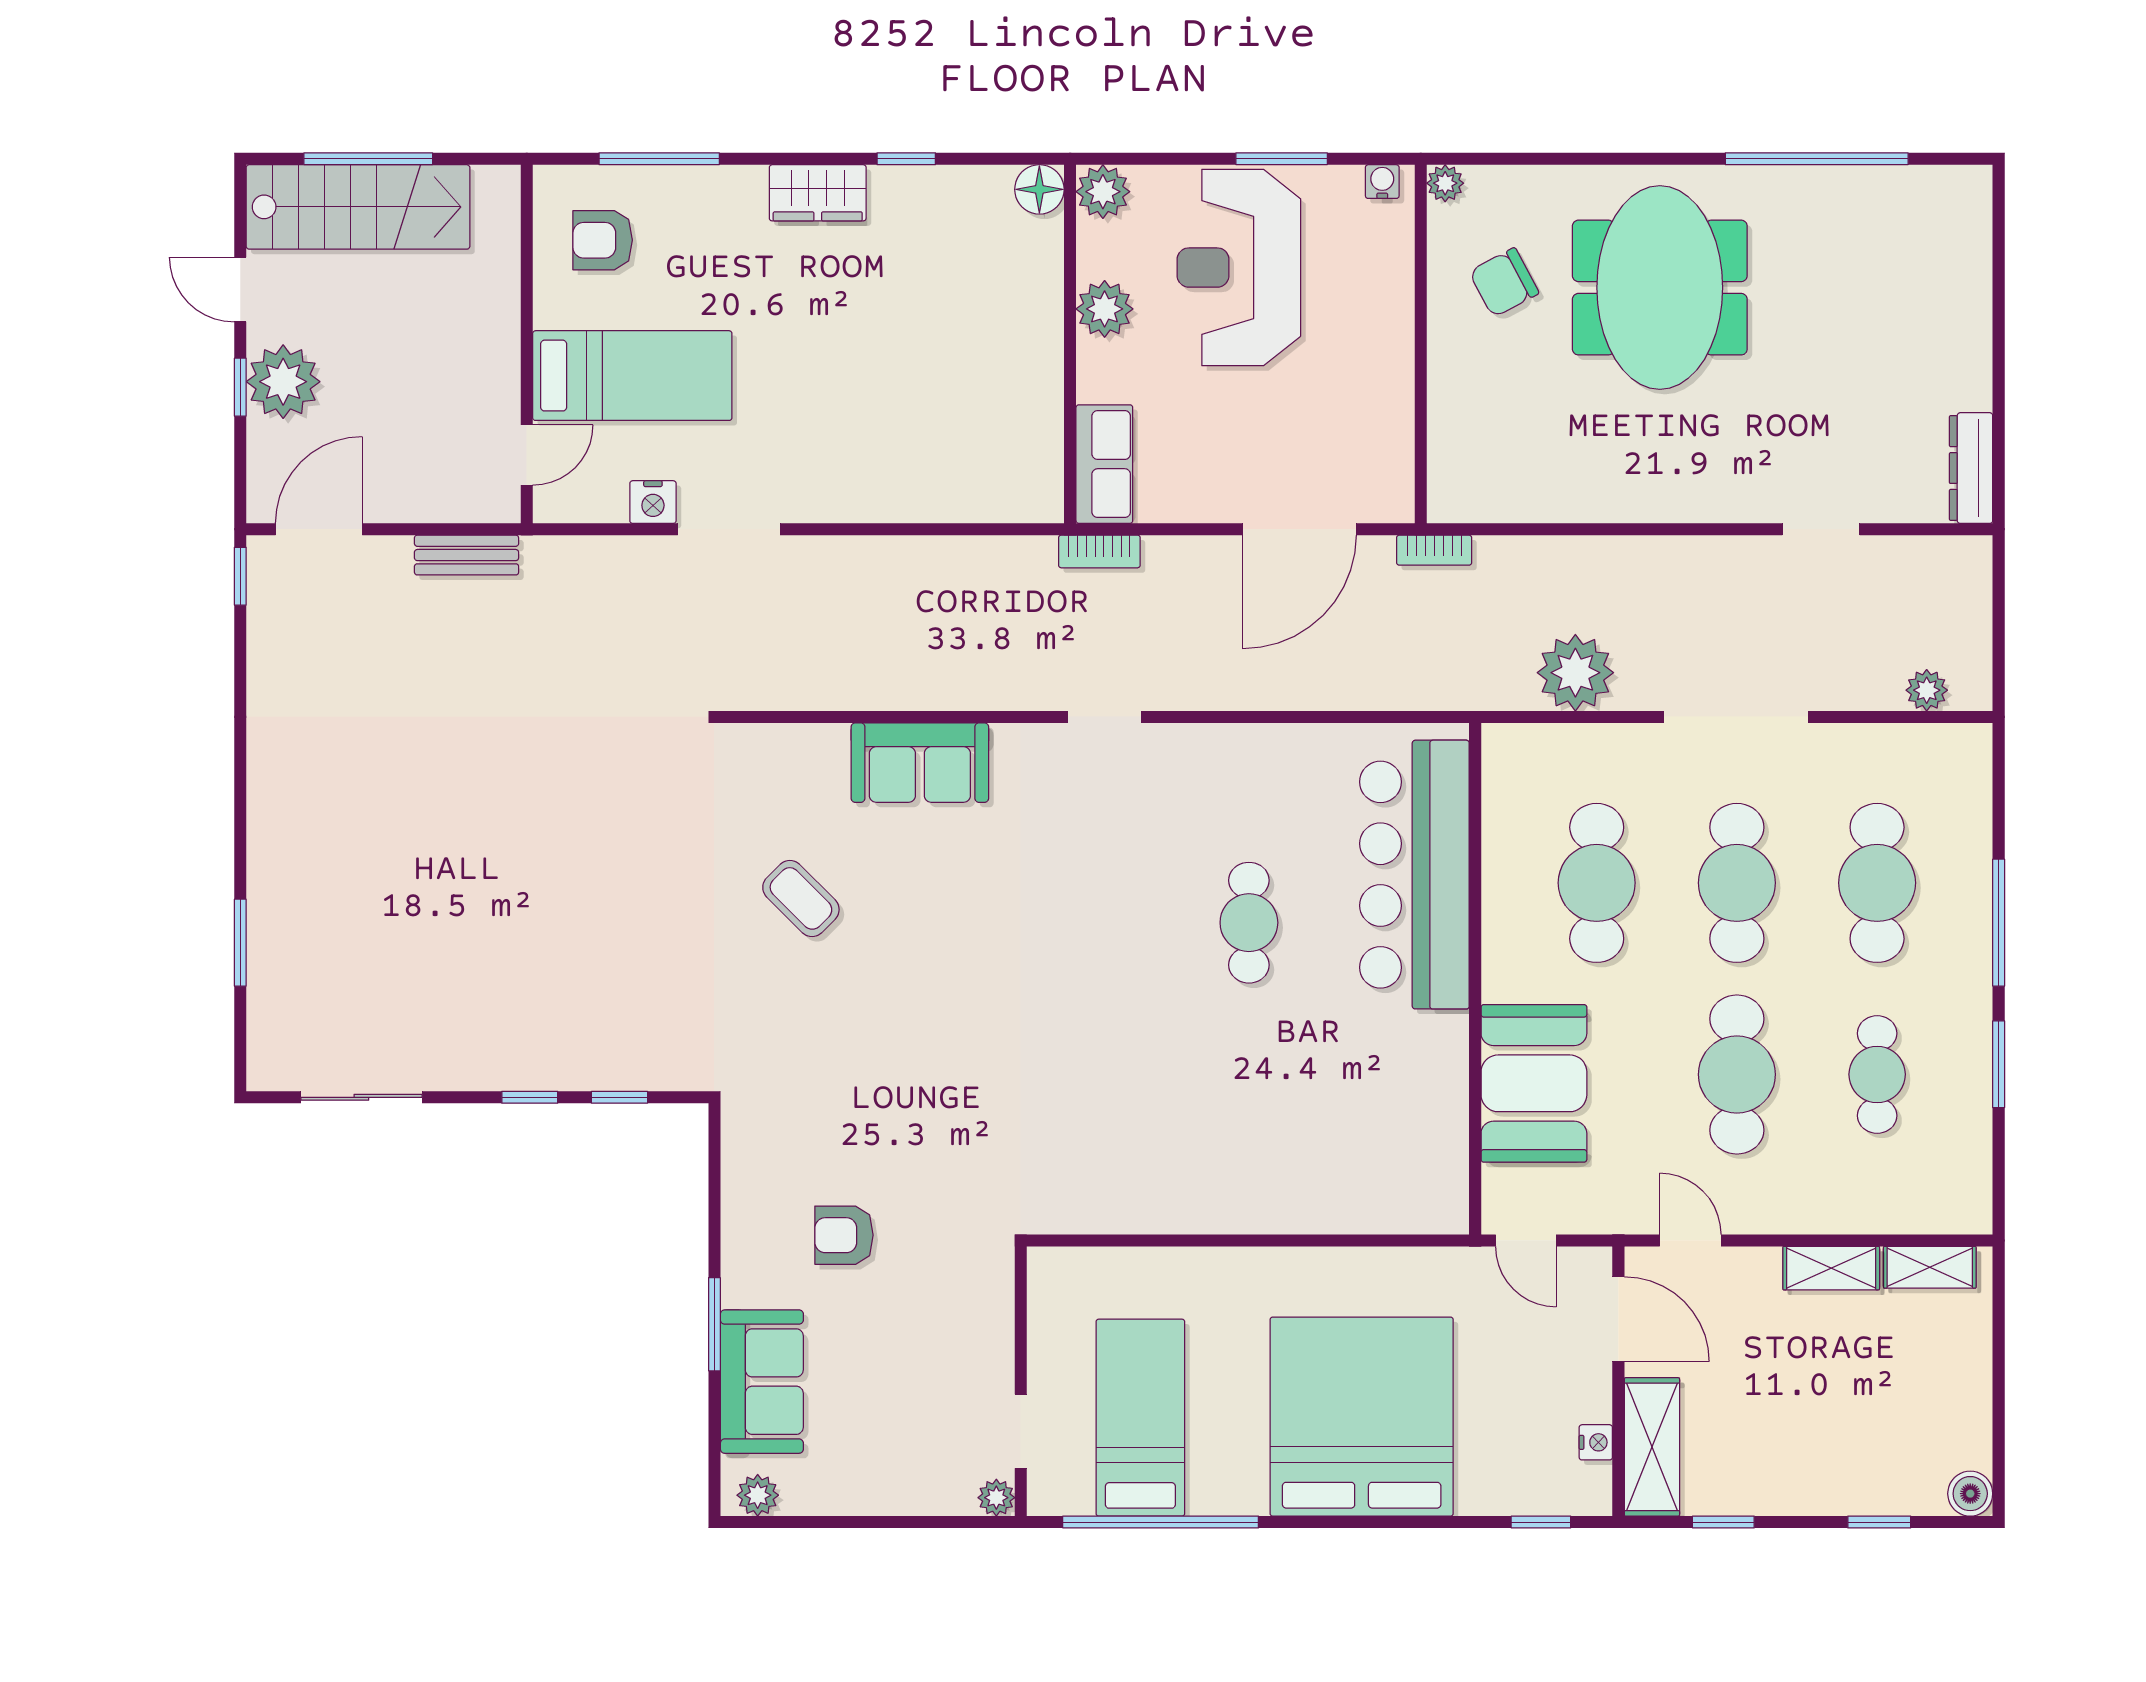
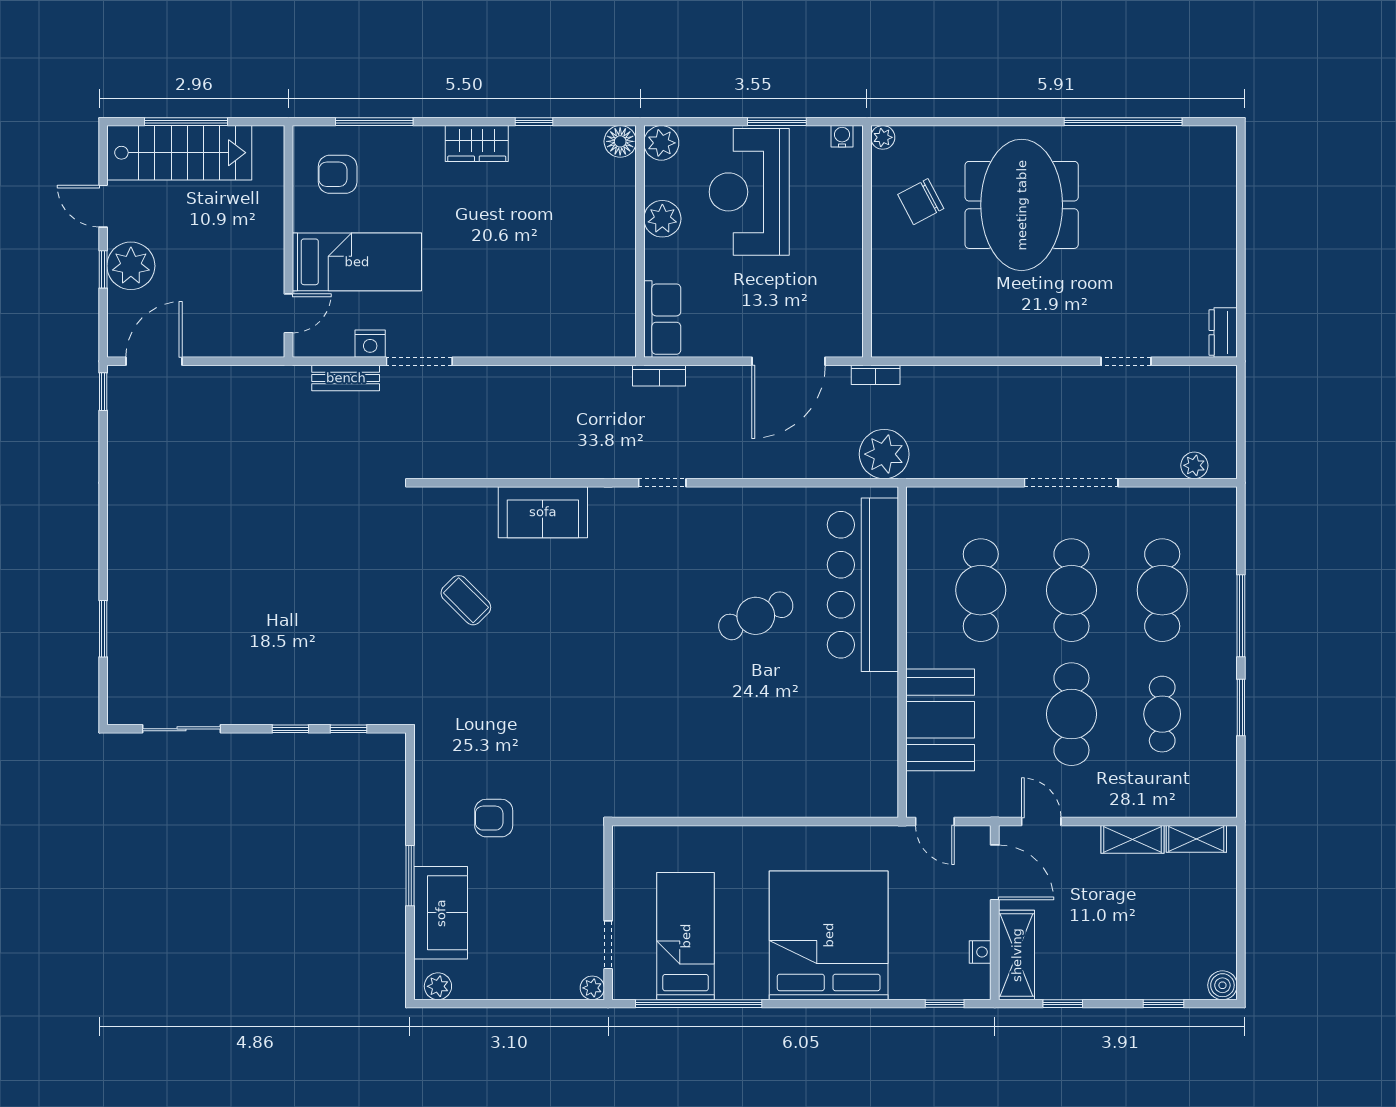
dresser: (1971, 468) -> (1223, 333), width x0.70
bench: (467, 555) -> (346, 378), moved
plant: (1575, 673) -> (884, 454), moved
cafe table: (1249, 923) -> (756, 616), turned 66

